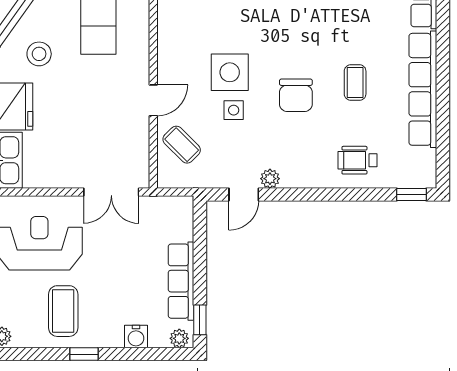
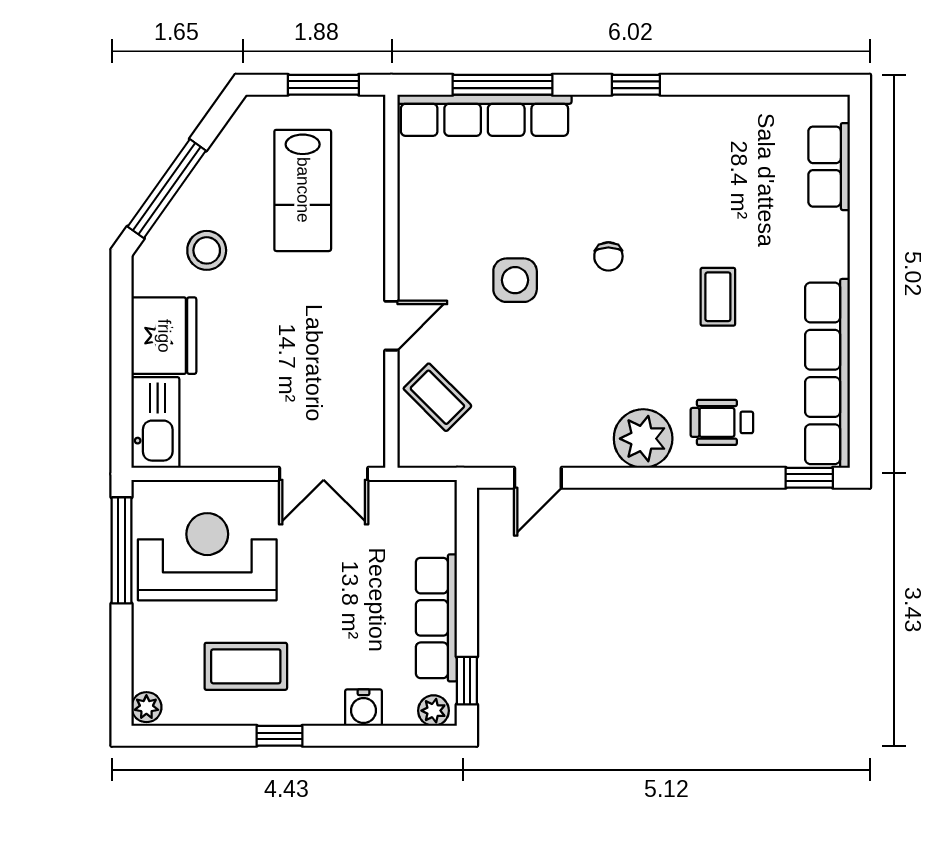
side table: (230, 72) -> (515, 280), width x0.73, depth x0.73
row of seats: (423, 89) -> (828, 373), moved
chair: (296, 95) -> (608, 256), moved, width x0.54, depth x0.54
side table: (234, 110) -> (521, 341), removed
plant: (270, 179) -> (643, 439), moved, width x1.87, depth x1.87
coffee table: (63, 311) -> (246, 666), turned 90

